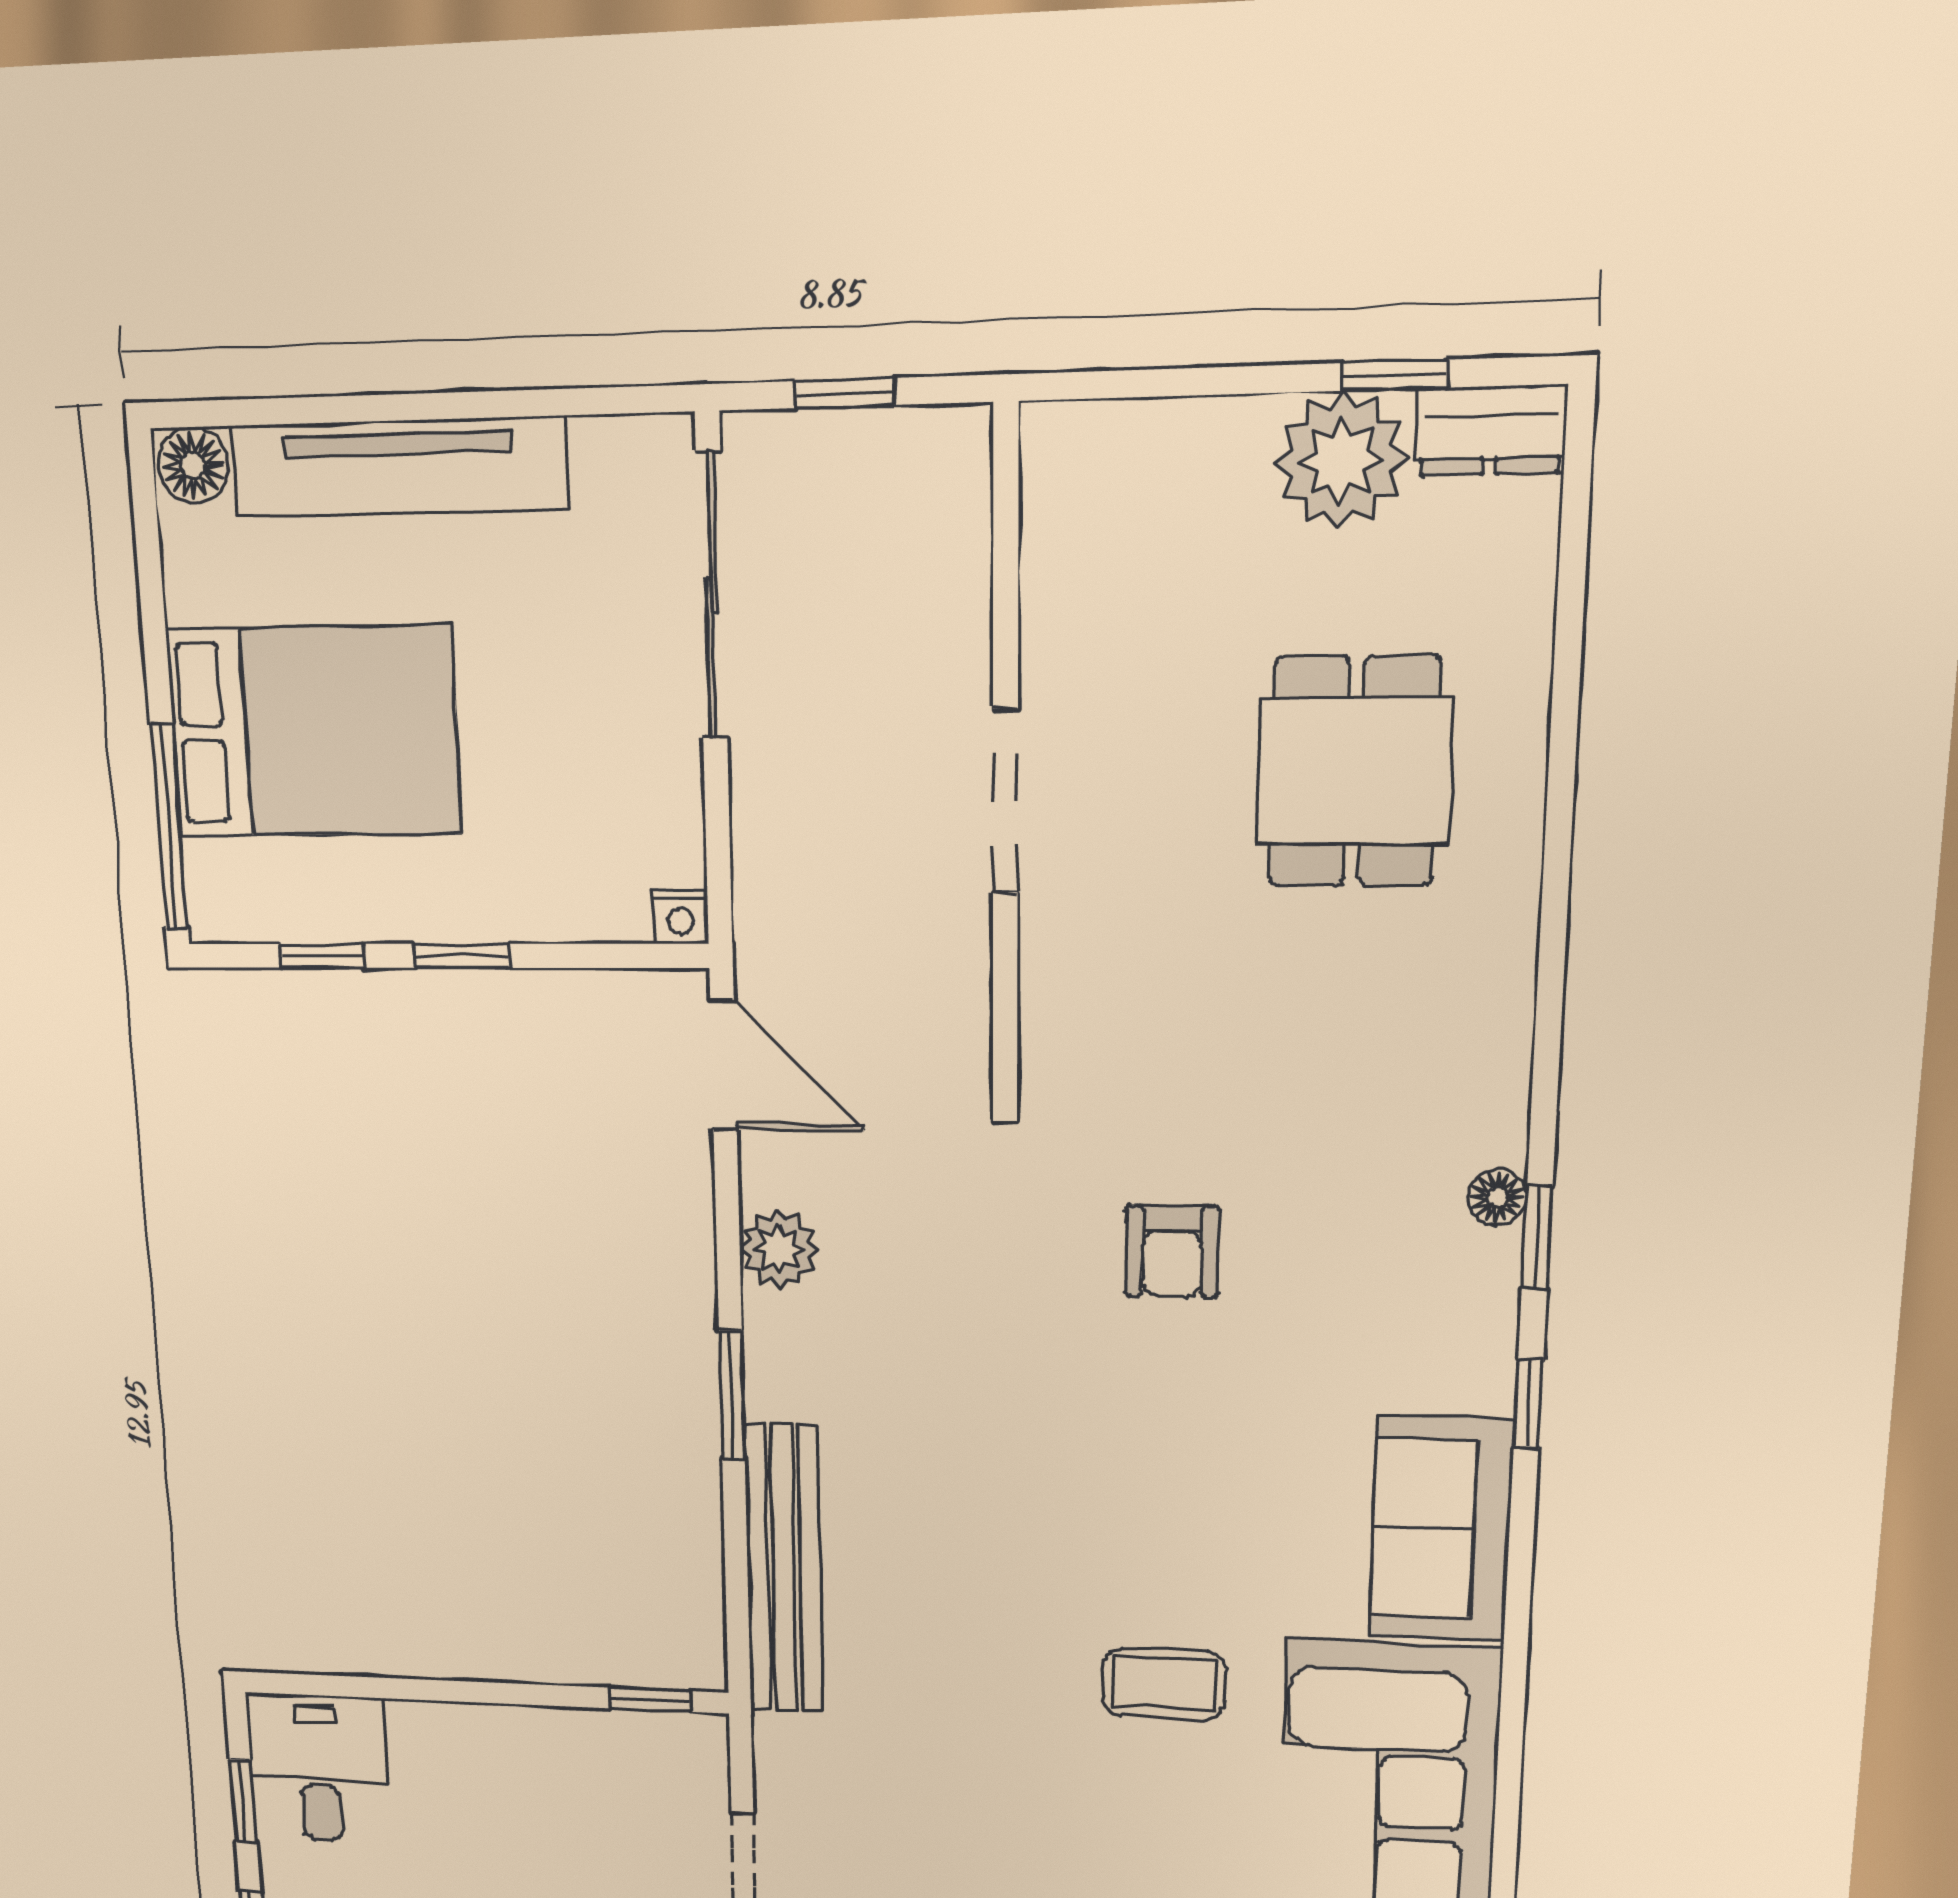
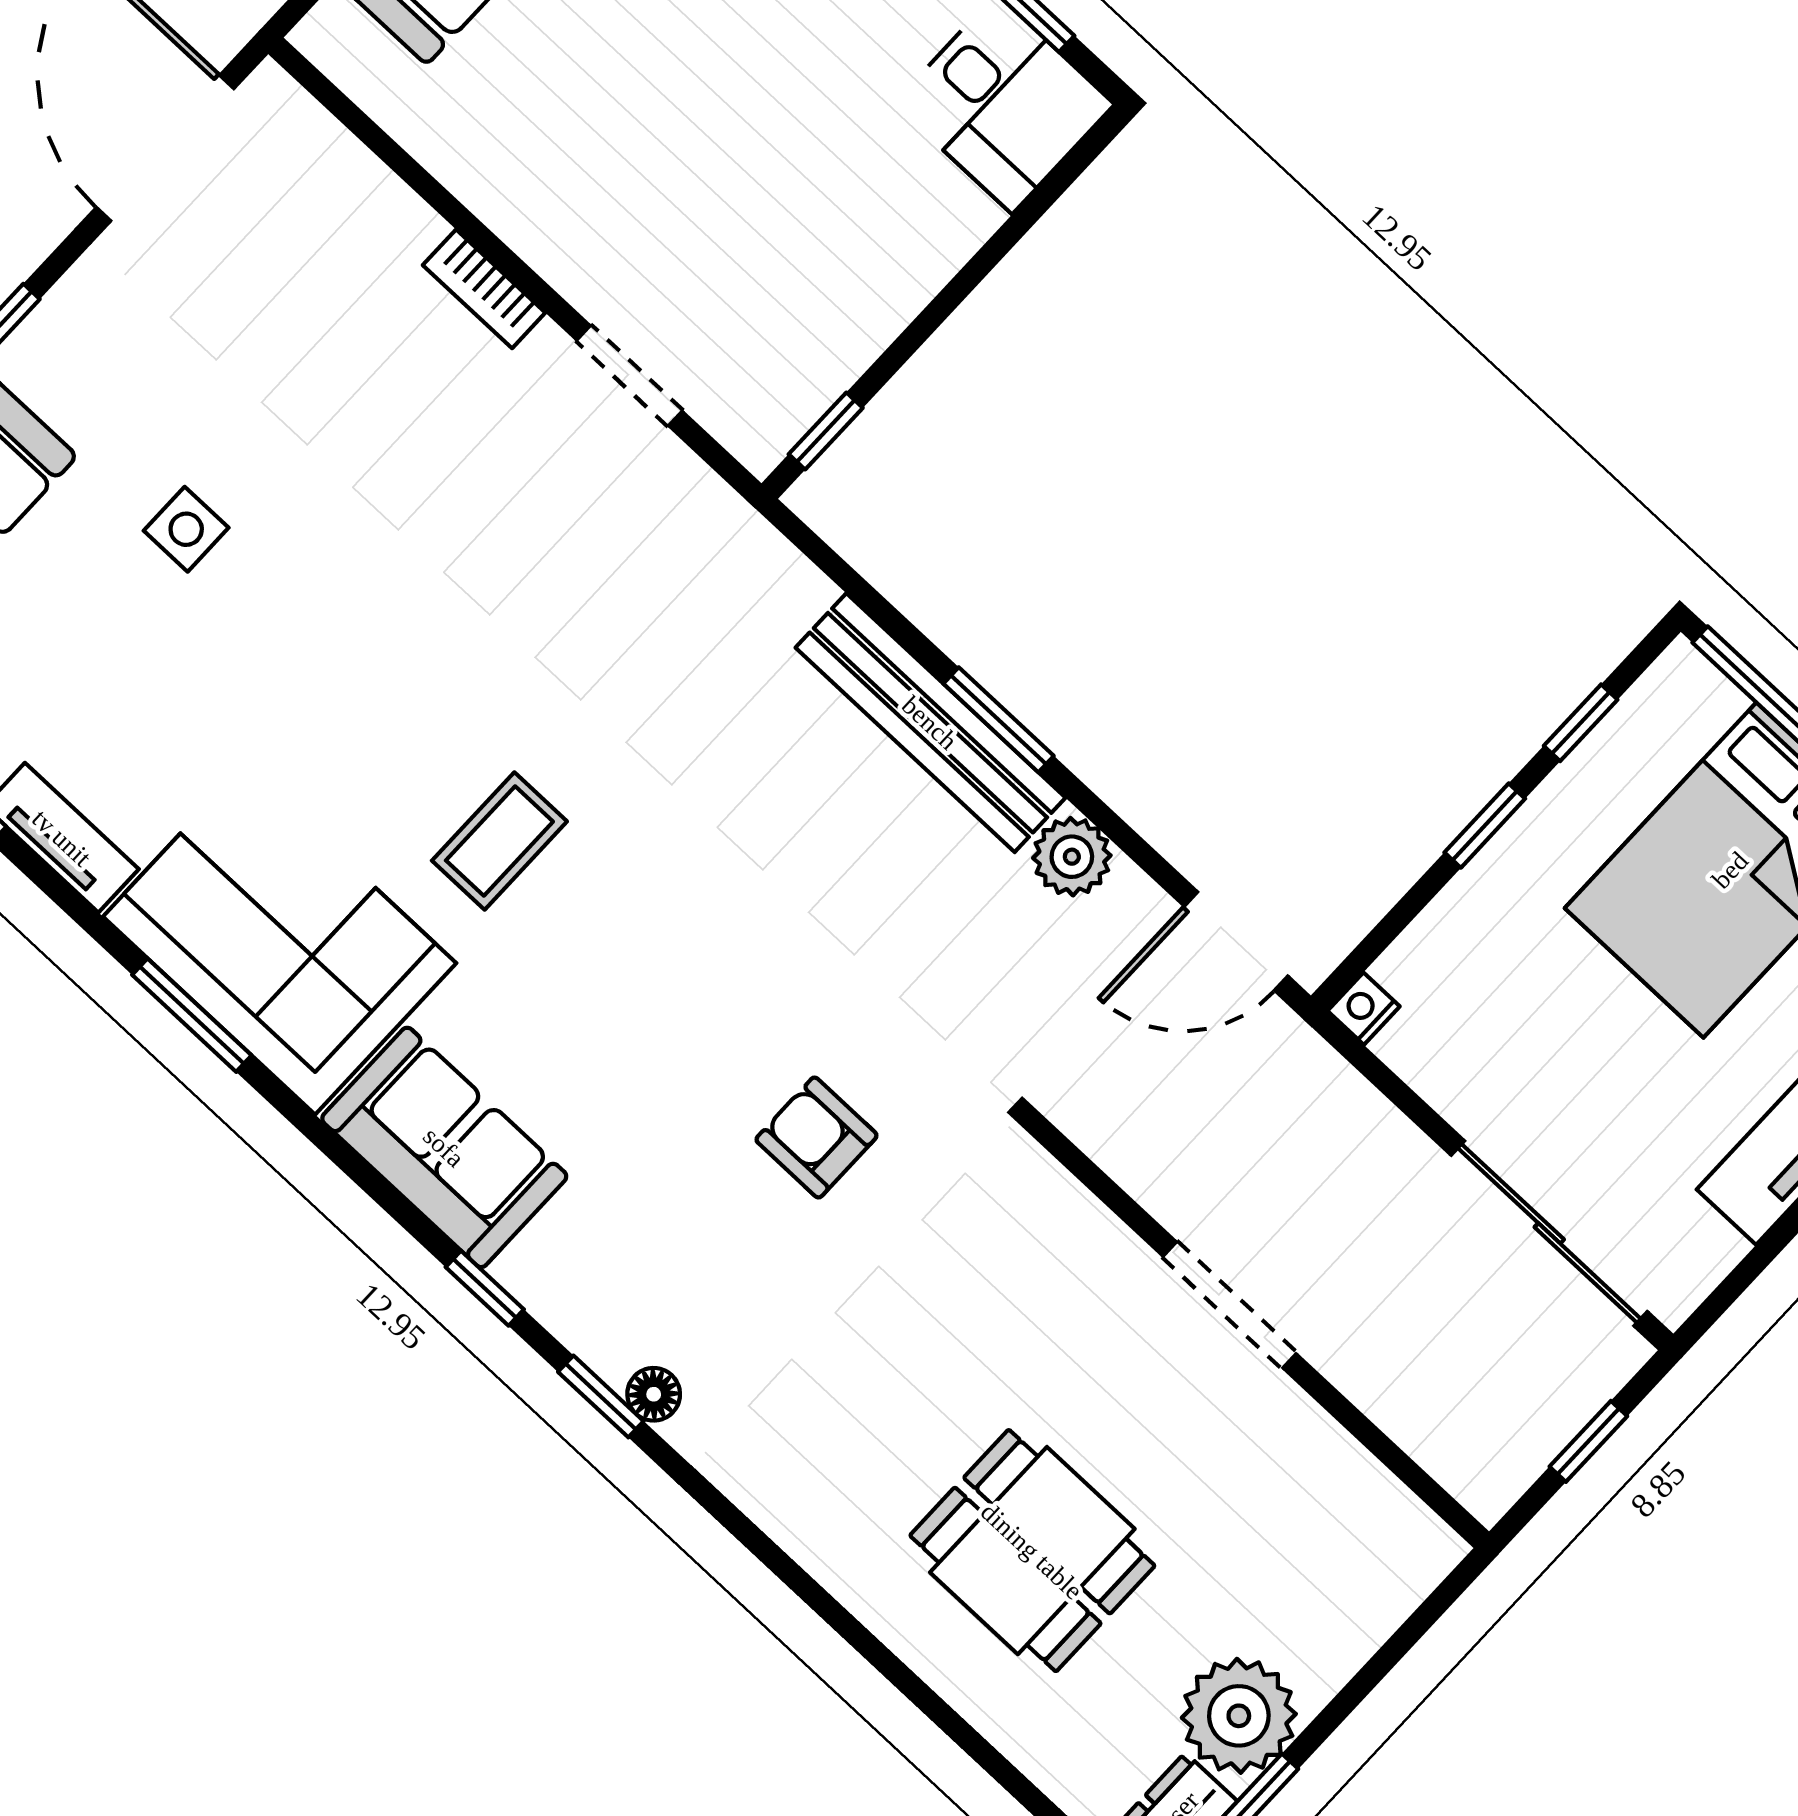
bench: (784, 1569) -> (930, 723), moved
window: (1507, 1800) -> (192, 1015), added

